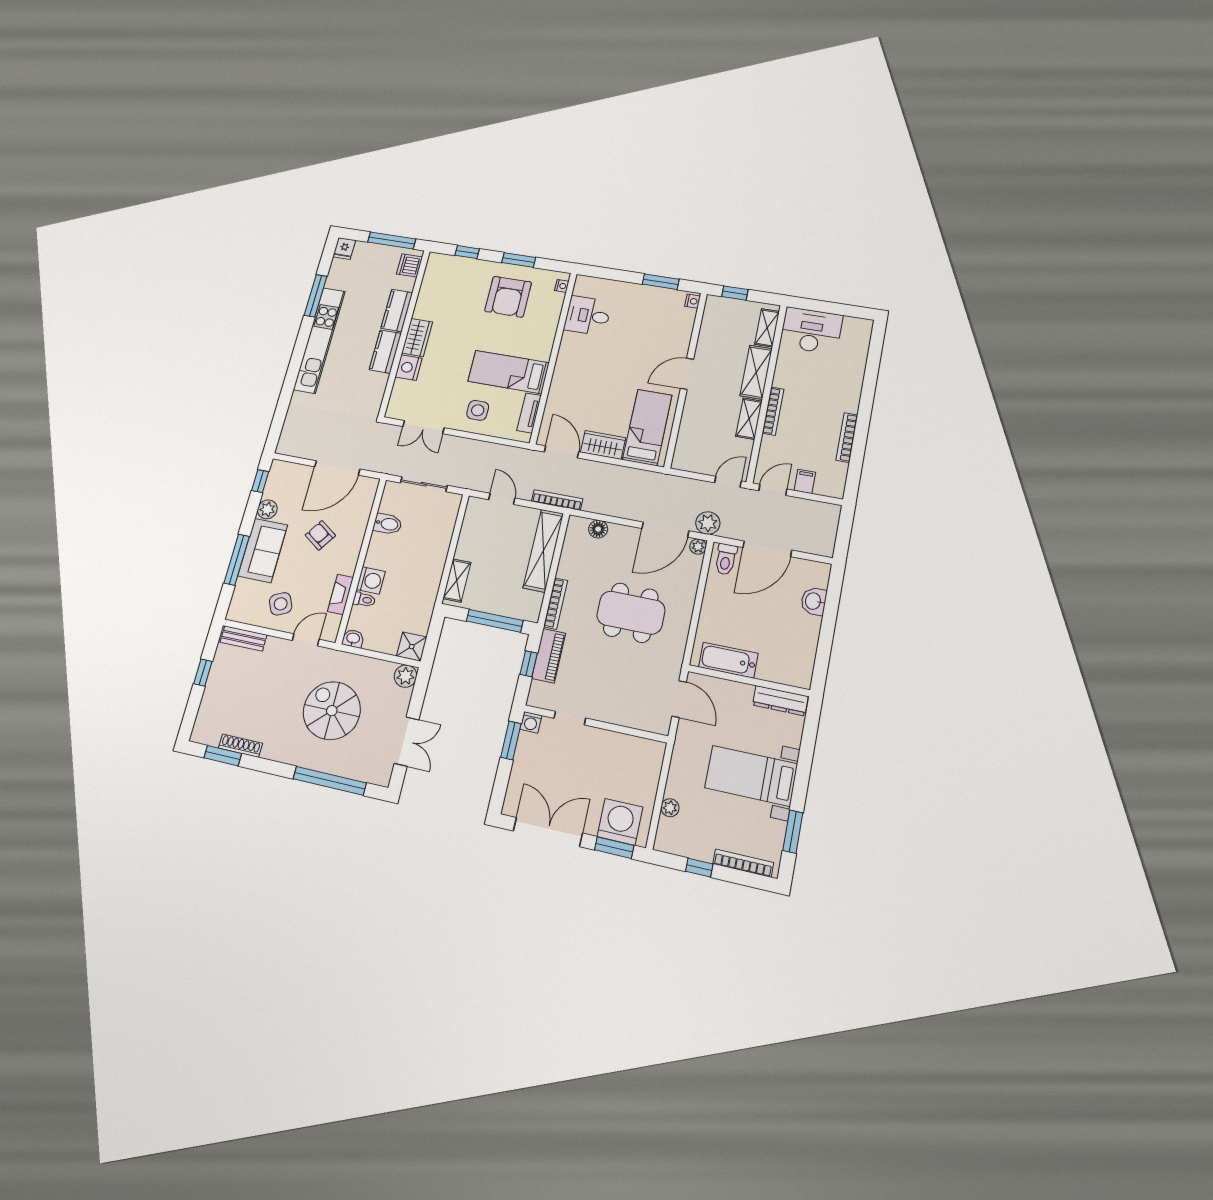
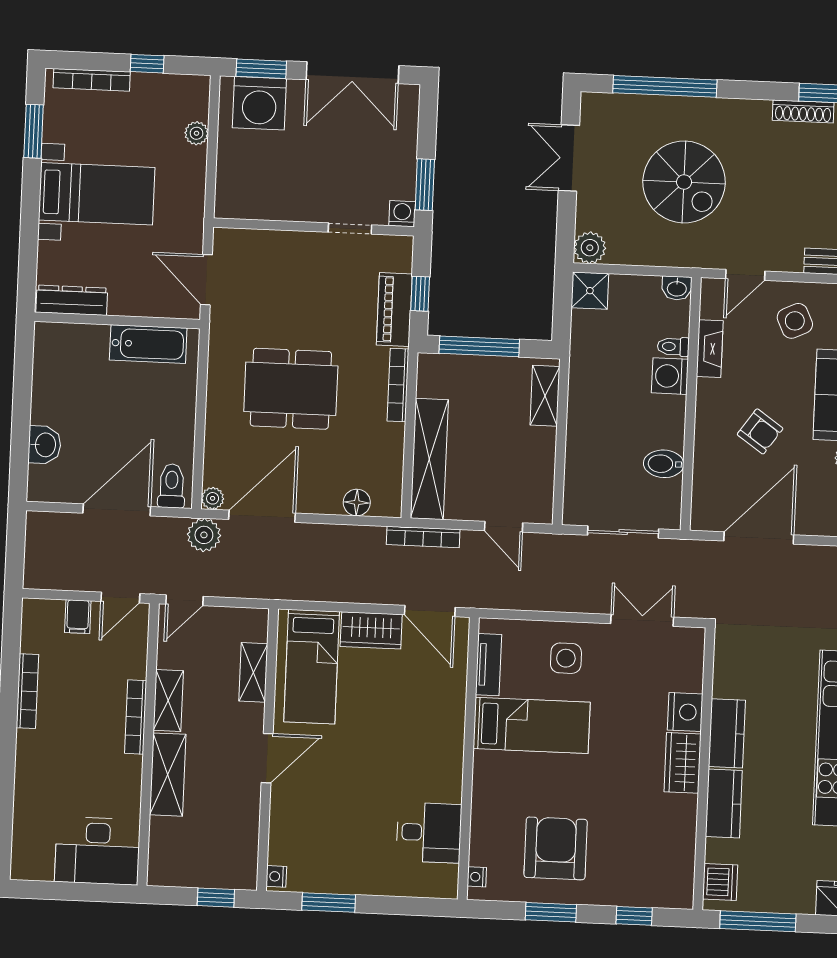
shelving: (767, 328) -> (253, 672), moved

